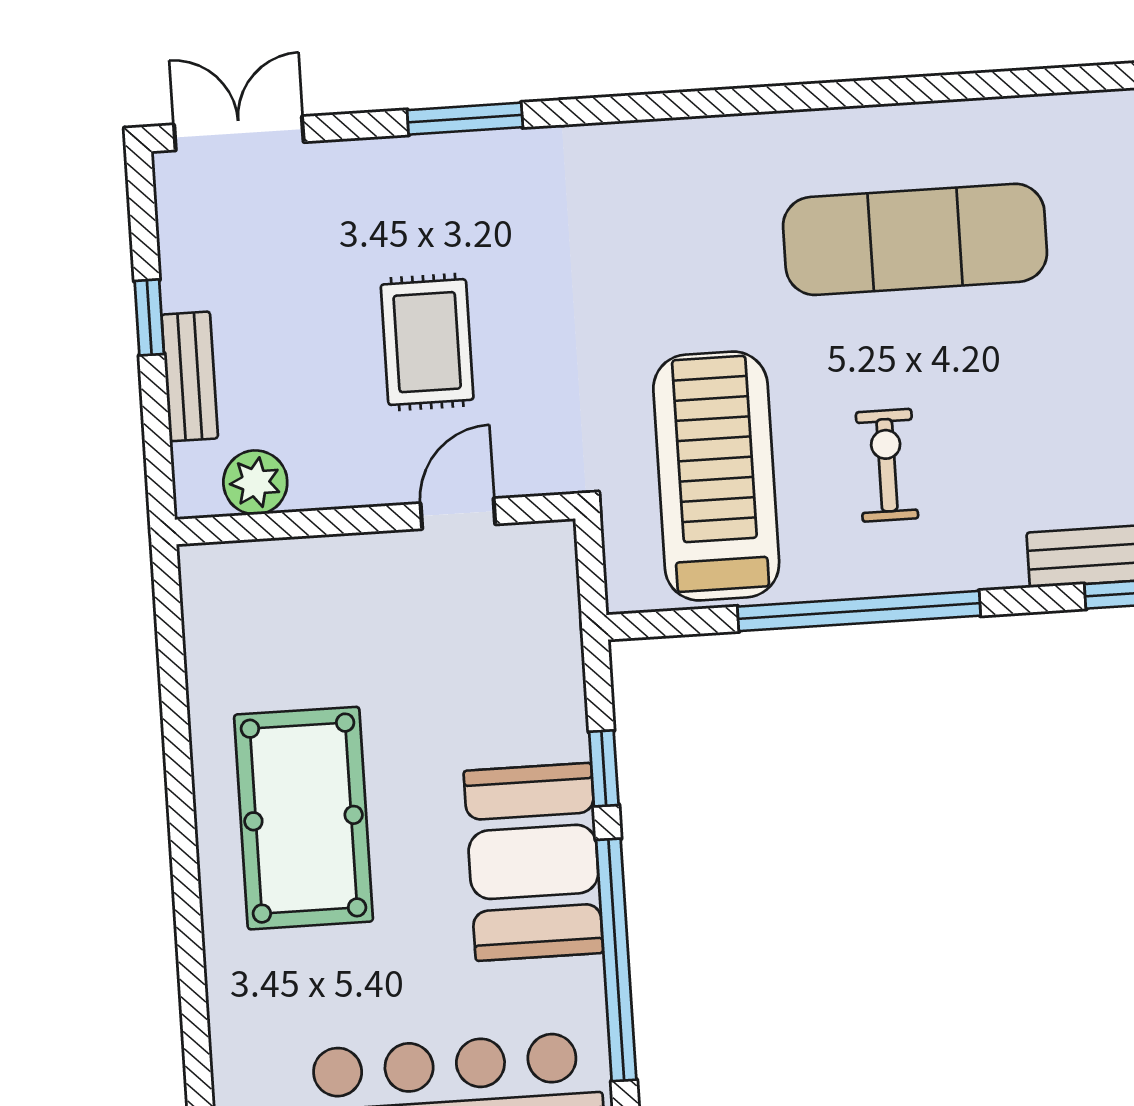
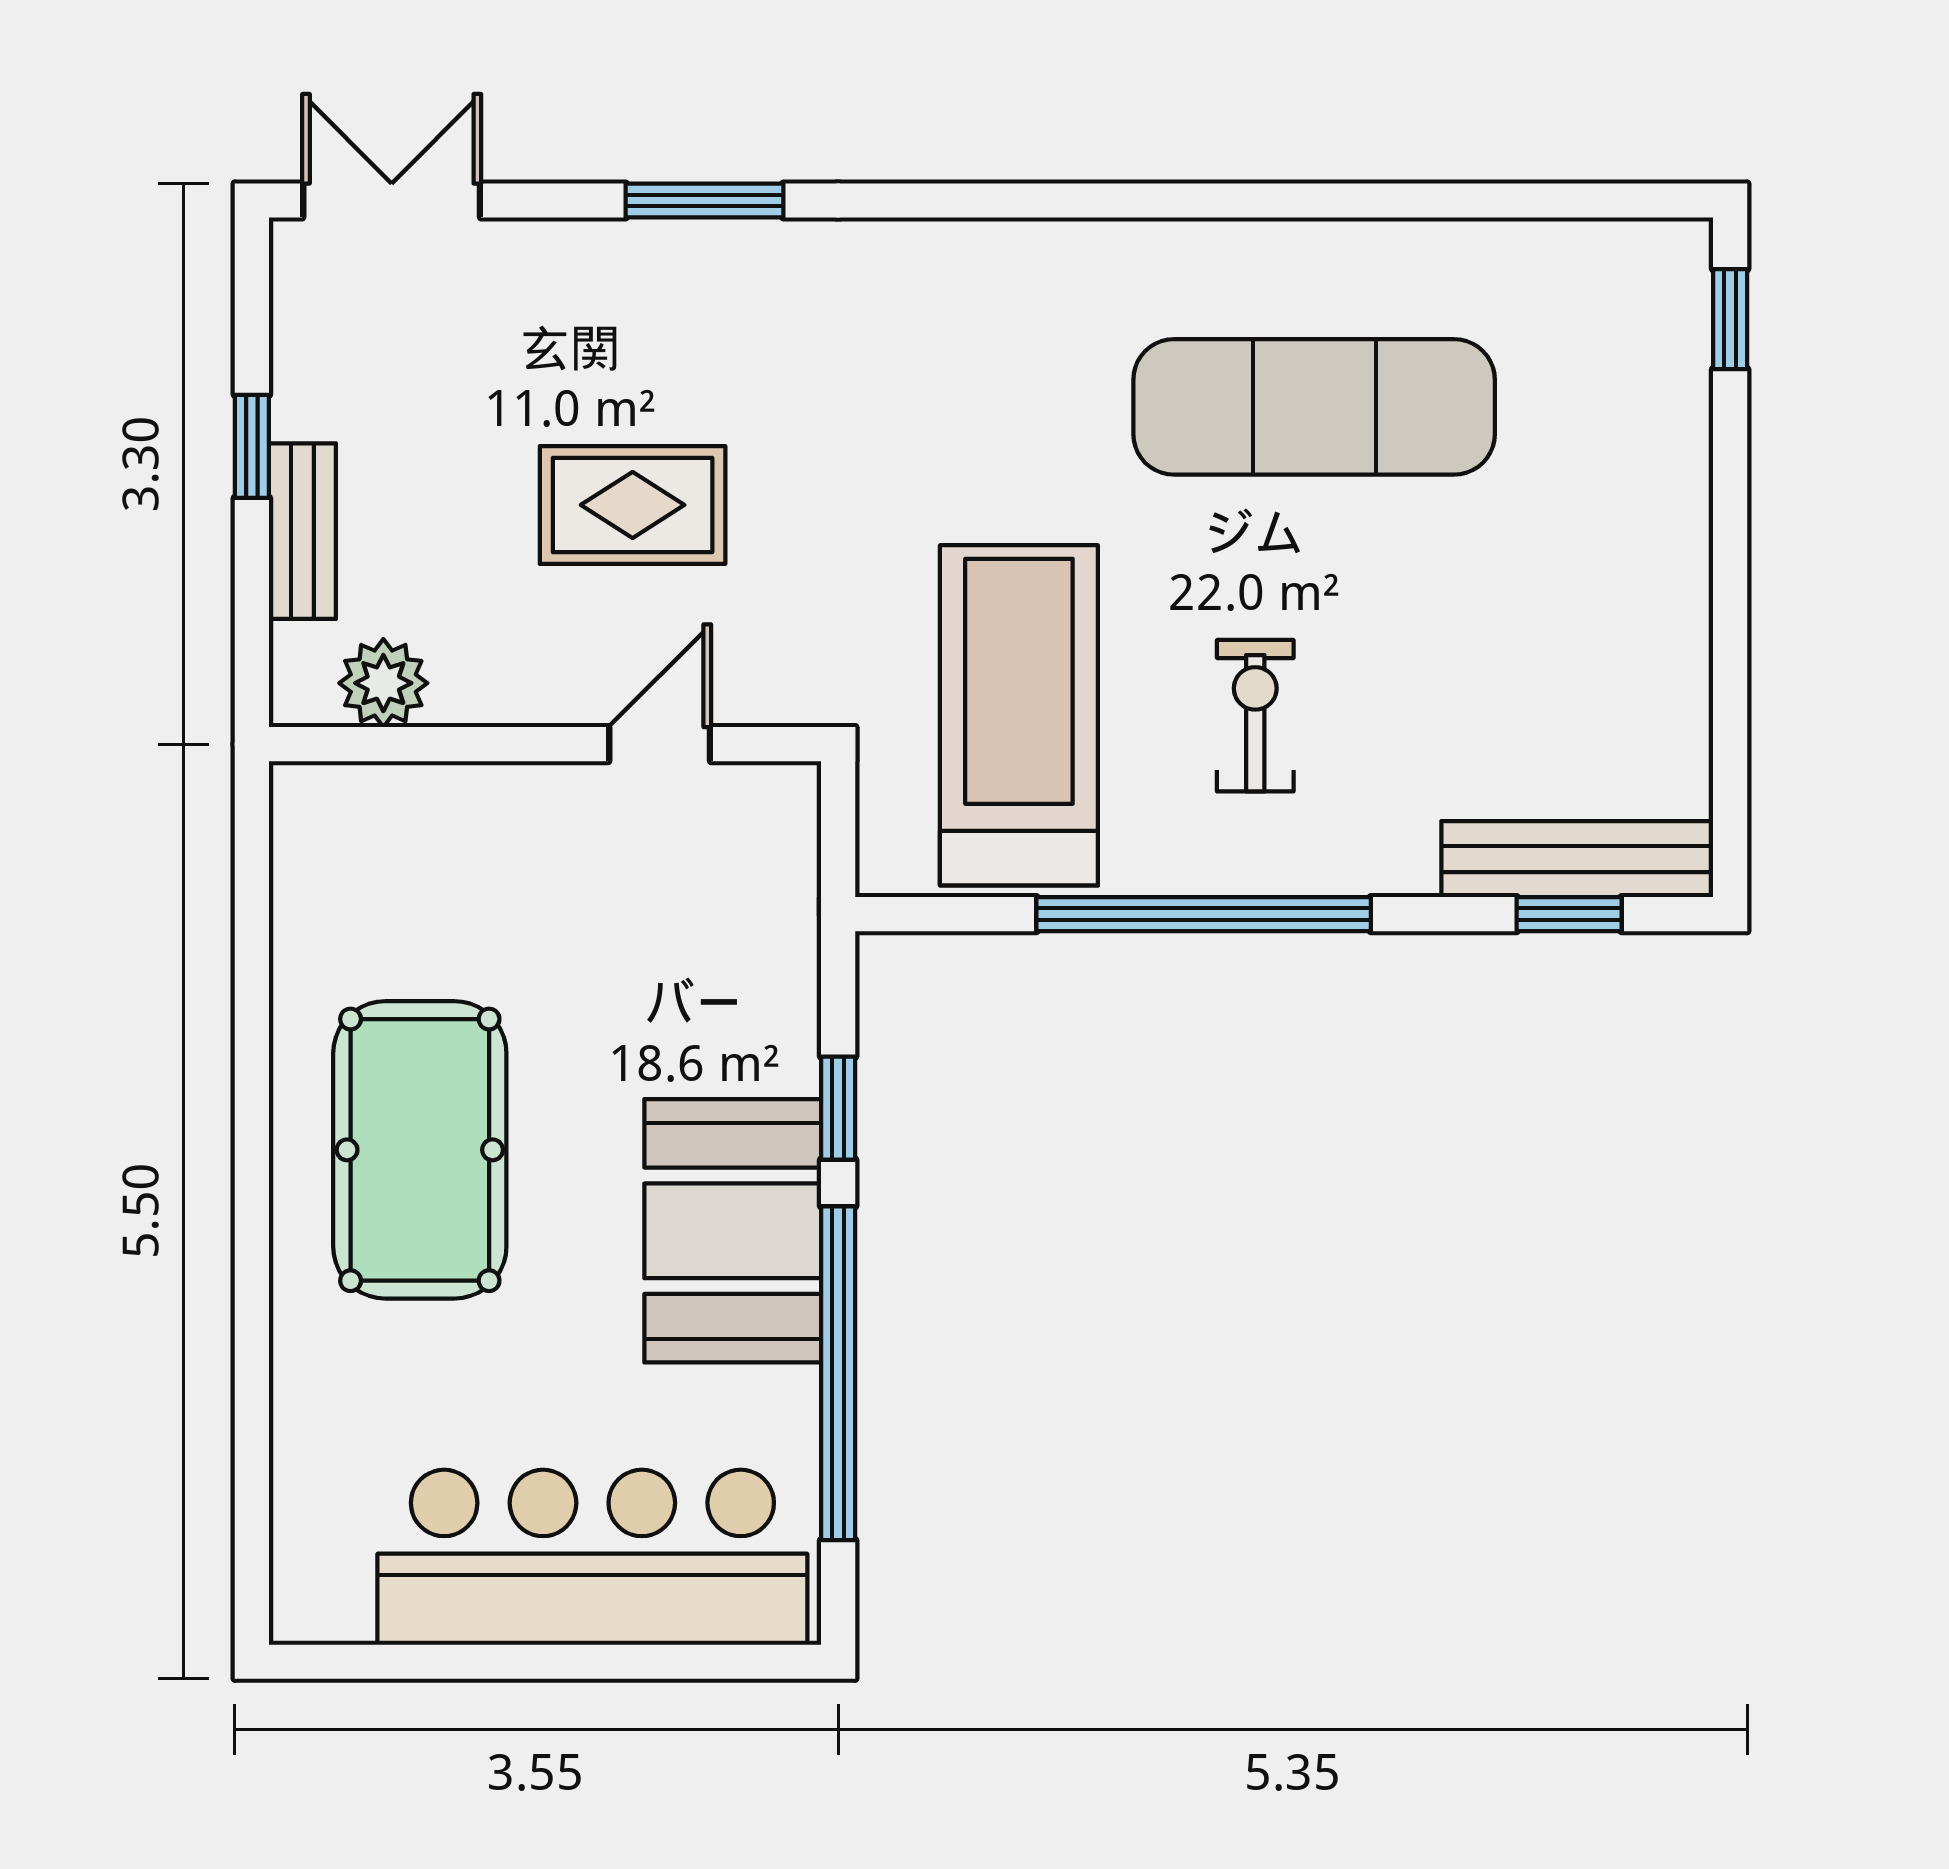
rug: (427, 342) -> (633, 505), turned 90

